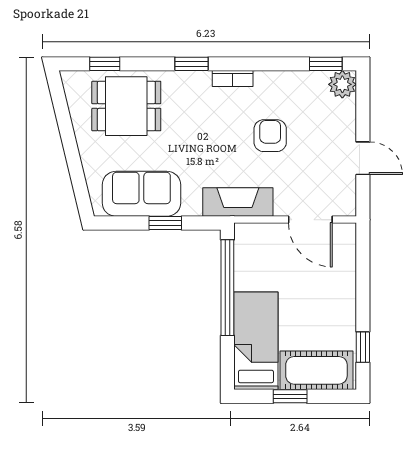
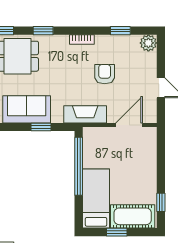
window: (192, 64) -> (43, 31), moved
window: (326, 64) -> (120, 31), moved
door: (310, 220) -> (129, 125), swing flipped

